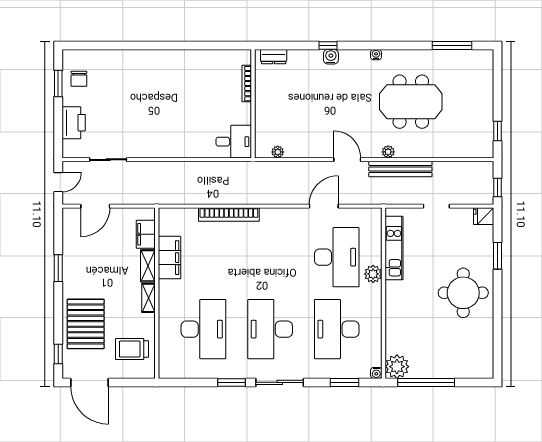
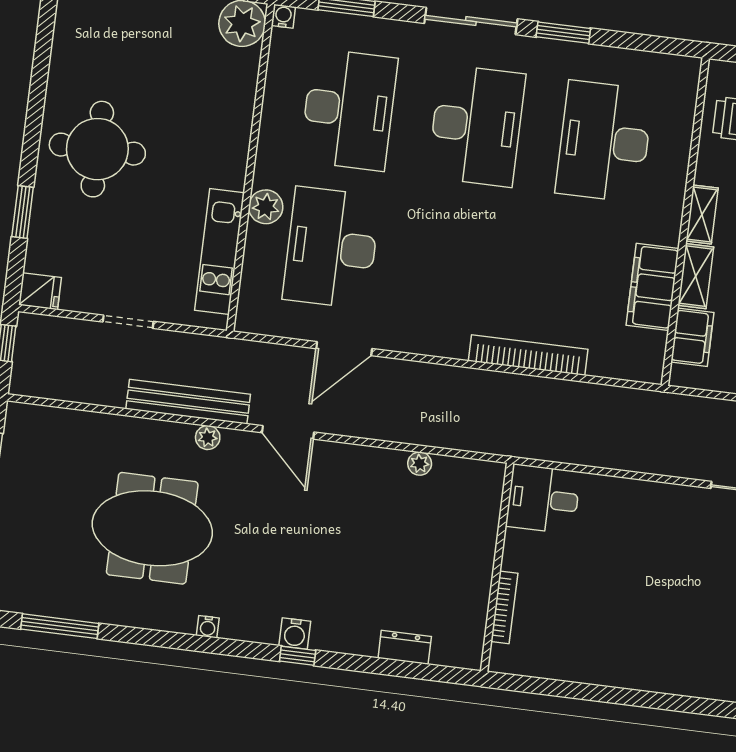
bookcase: (247, 84) -> (504, 607), moved
wall: (253, 104) -> (497, 567), moved
desk: (234, 142) -> (543, 499), moved

